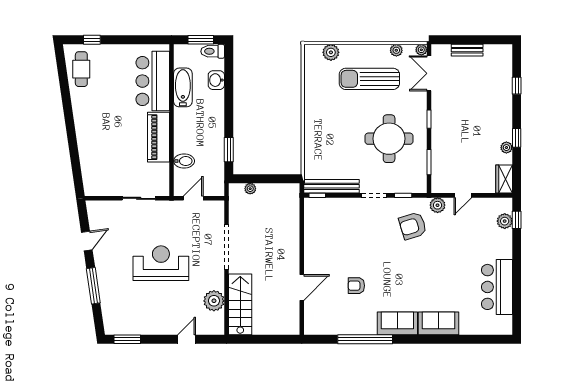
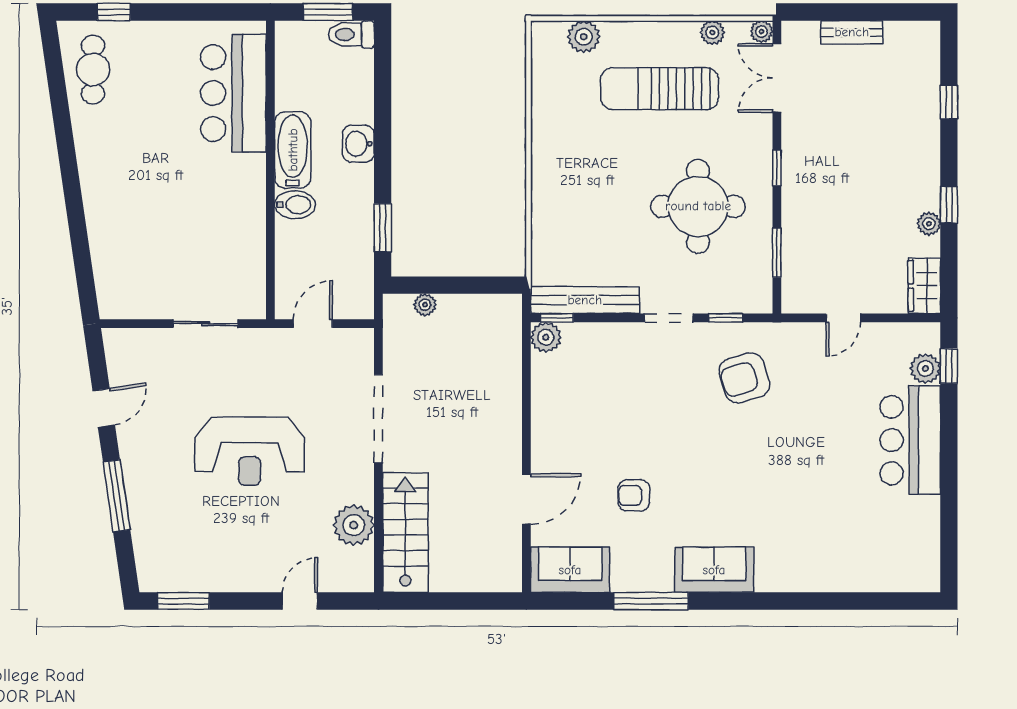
washbasin: (216, 80) -> (358, 144), moved
bathtub: (183, 87) -> (293, 150), moved
piano: (158, 137) -> (245, 203), removed
bidet: (184, 161) -> (295, 205), moved
plant: (438, 205) -> (546, 337), moved
reception desk: (161, 263) -> (250, 451), turned 180
bar counter: (497, 287) -> (910, 440), moved
sofa: (438, 323) -> (570, 570), moved
window: (365, 339) -> (651, 601), width x0.68

